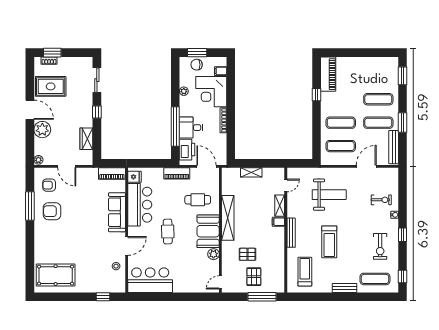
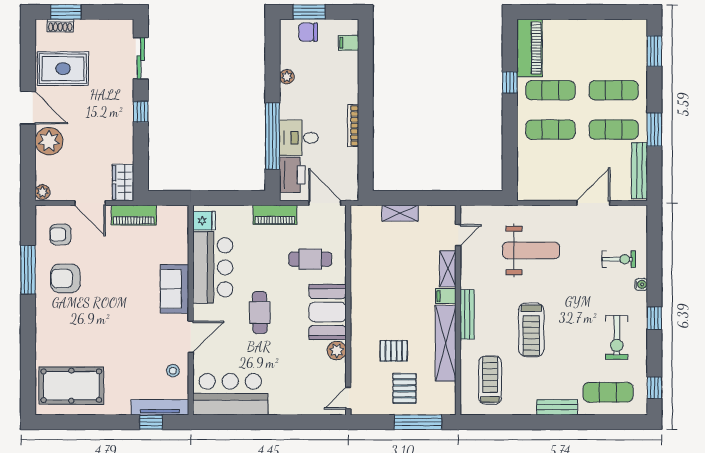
corner desk: (211, 92) -> (333, 77), removed
wardrobe: (86, 139) -> (123, 182), moved
exercise mat: (341, 146) -> (550, 90), moved
piano: (112, 174) -> (134, 215), moved
sofa: (117, 212) -> (174, 289), width x0.73
shelving: (228, 218) -> (446, 343), moved
tv unit: (108, 288) -> (160, 407), added

